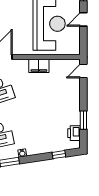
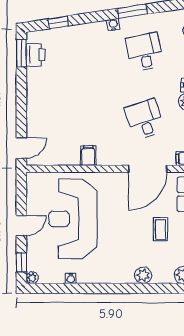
filing cabinet: (39, 66) -> (88, 156), width x0.50
window: (83, 120) -> (21, 53), moved

